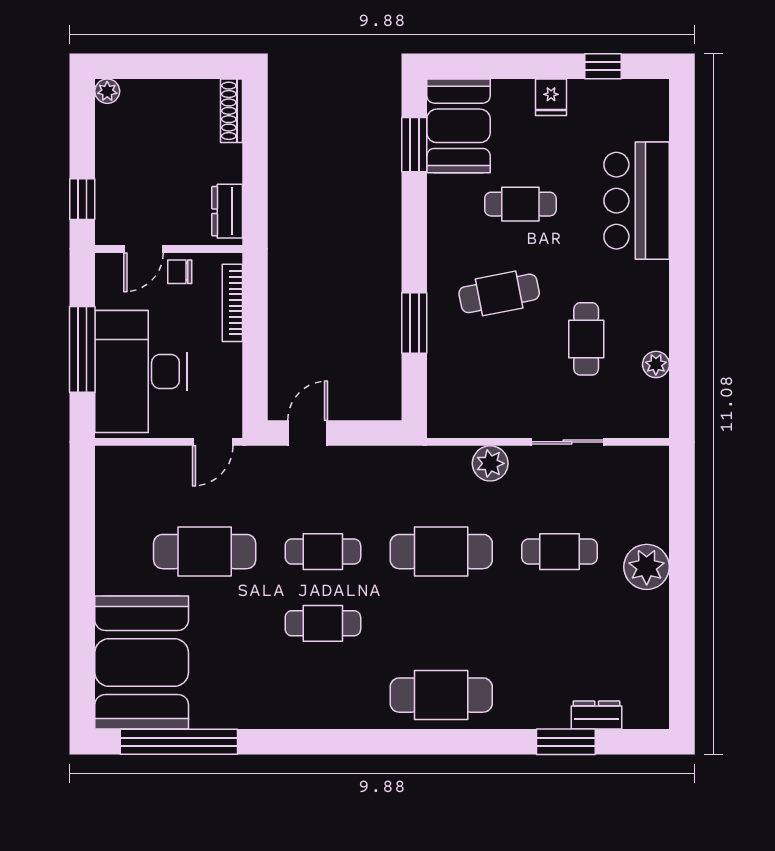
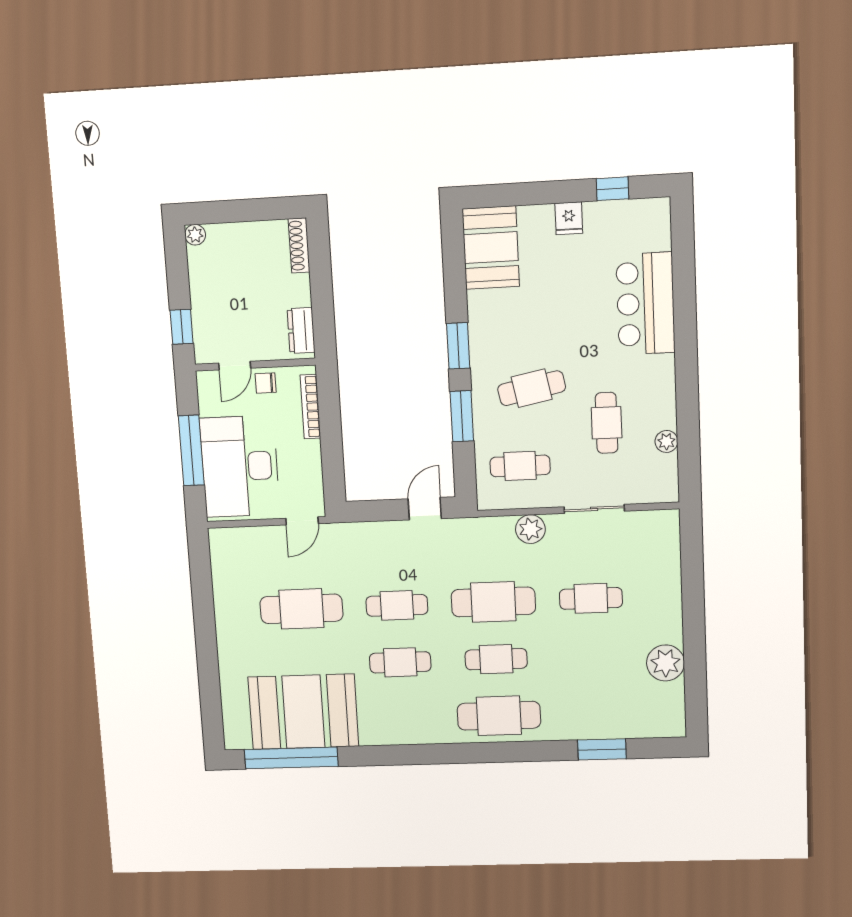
window: (414, 145) -> (458, 346), moved
cafe table: (520, 204) -> (520, 466), moved
door: (308, 433) -> (425, 509), moved
plant: (647, 567) -> (666, 663), moved
cafe table: (441, 623) -> (496, 659), added
booth: (142, 662) -> (303, 712), moved, turned 90
dresser: (597, 715) -> (626, 728), removed

